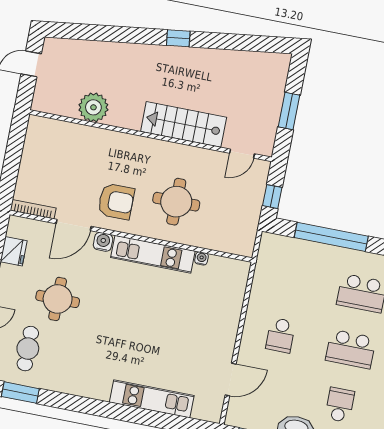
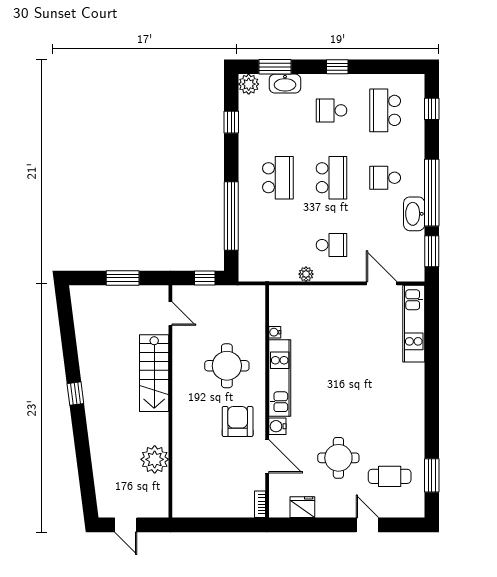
bookcase: (33, 209) -> (260, 504), width x0.64
plant: (256, 303) -> (306, 274), added
kitchen unit: (152, 399) -> (414, 324), moved

